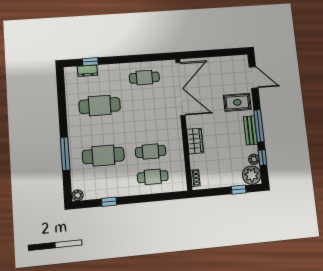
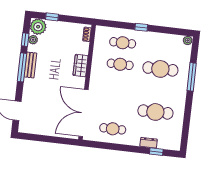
dresser: (87, 71) -> (149, 143), moved
rug: (237, 102) -> (36, 92), removed
window: (109, 202) -> (141, 27), moved

